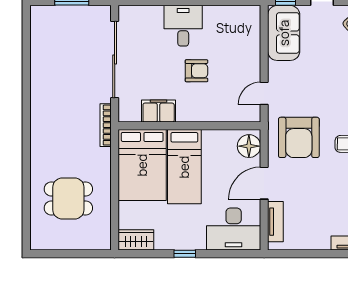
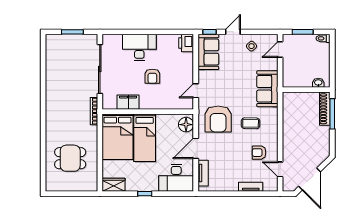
printer: (249, 19) -> (186, 43), added
desk: (183, 26) -> (139, 47), width x1.37
armchair: (196, 71) -> (152, 76), turned 90

